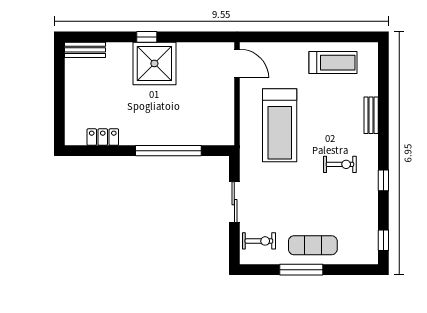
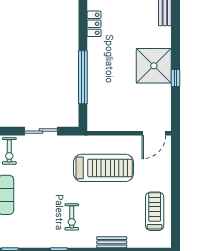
window: (147, 37) -> (176, 78), moved
treadmill: (333, 63) -> (155, 211), turned 180
treadmill: (280, 125) -> (103, 168), turned 180

